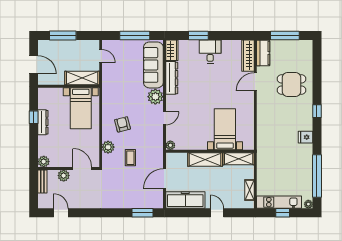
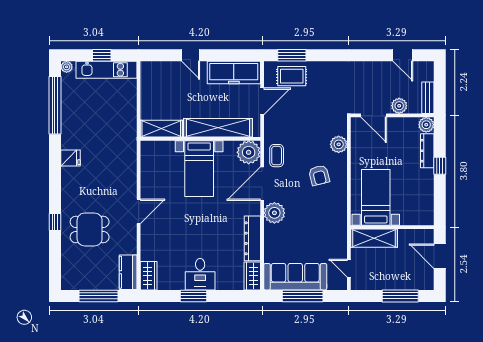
window: (198, 36) -> (193, 296), moved
wardrobe: (248, 56) -> (149, 276), width x0.67
sofa: (153, 65) -> (295, 277), moved, turned -90
door: (255, 82) -> (139, 211), moved
window: (317, 111) -> (55, 222), moved
window: (34, 117) -> (440, 166), moved
door: (164, 118) -> (262, 184), width x1.88
dresser: (43, 122) -> (427, 151), moved
bed with nightstands: (225, 129) -> (199, 169), moved
plant: (170, 145) -> (249, 152), width x1.88, depth x1.88
coffee table: (130, 158) -> (277, 156), moved
shelving: (205, 159) -> (218, 128), width x1.47
shelving: (249, 190) -> (147, 86), removed
rug: (143, 197) -> (292, 76), added

